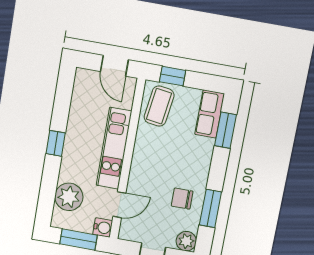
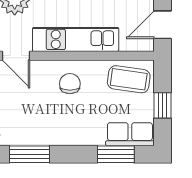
window: (173, 76) -> (163, 105), moved
chair: (182, 199) -> (70, 84), moved

